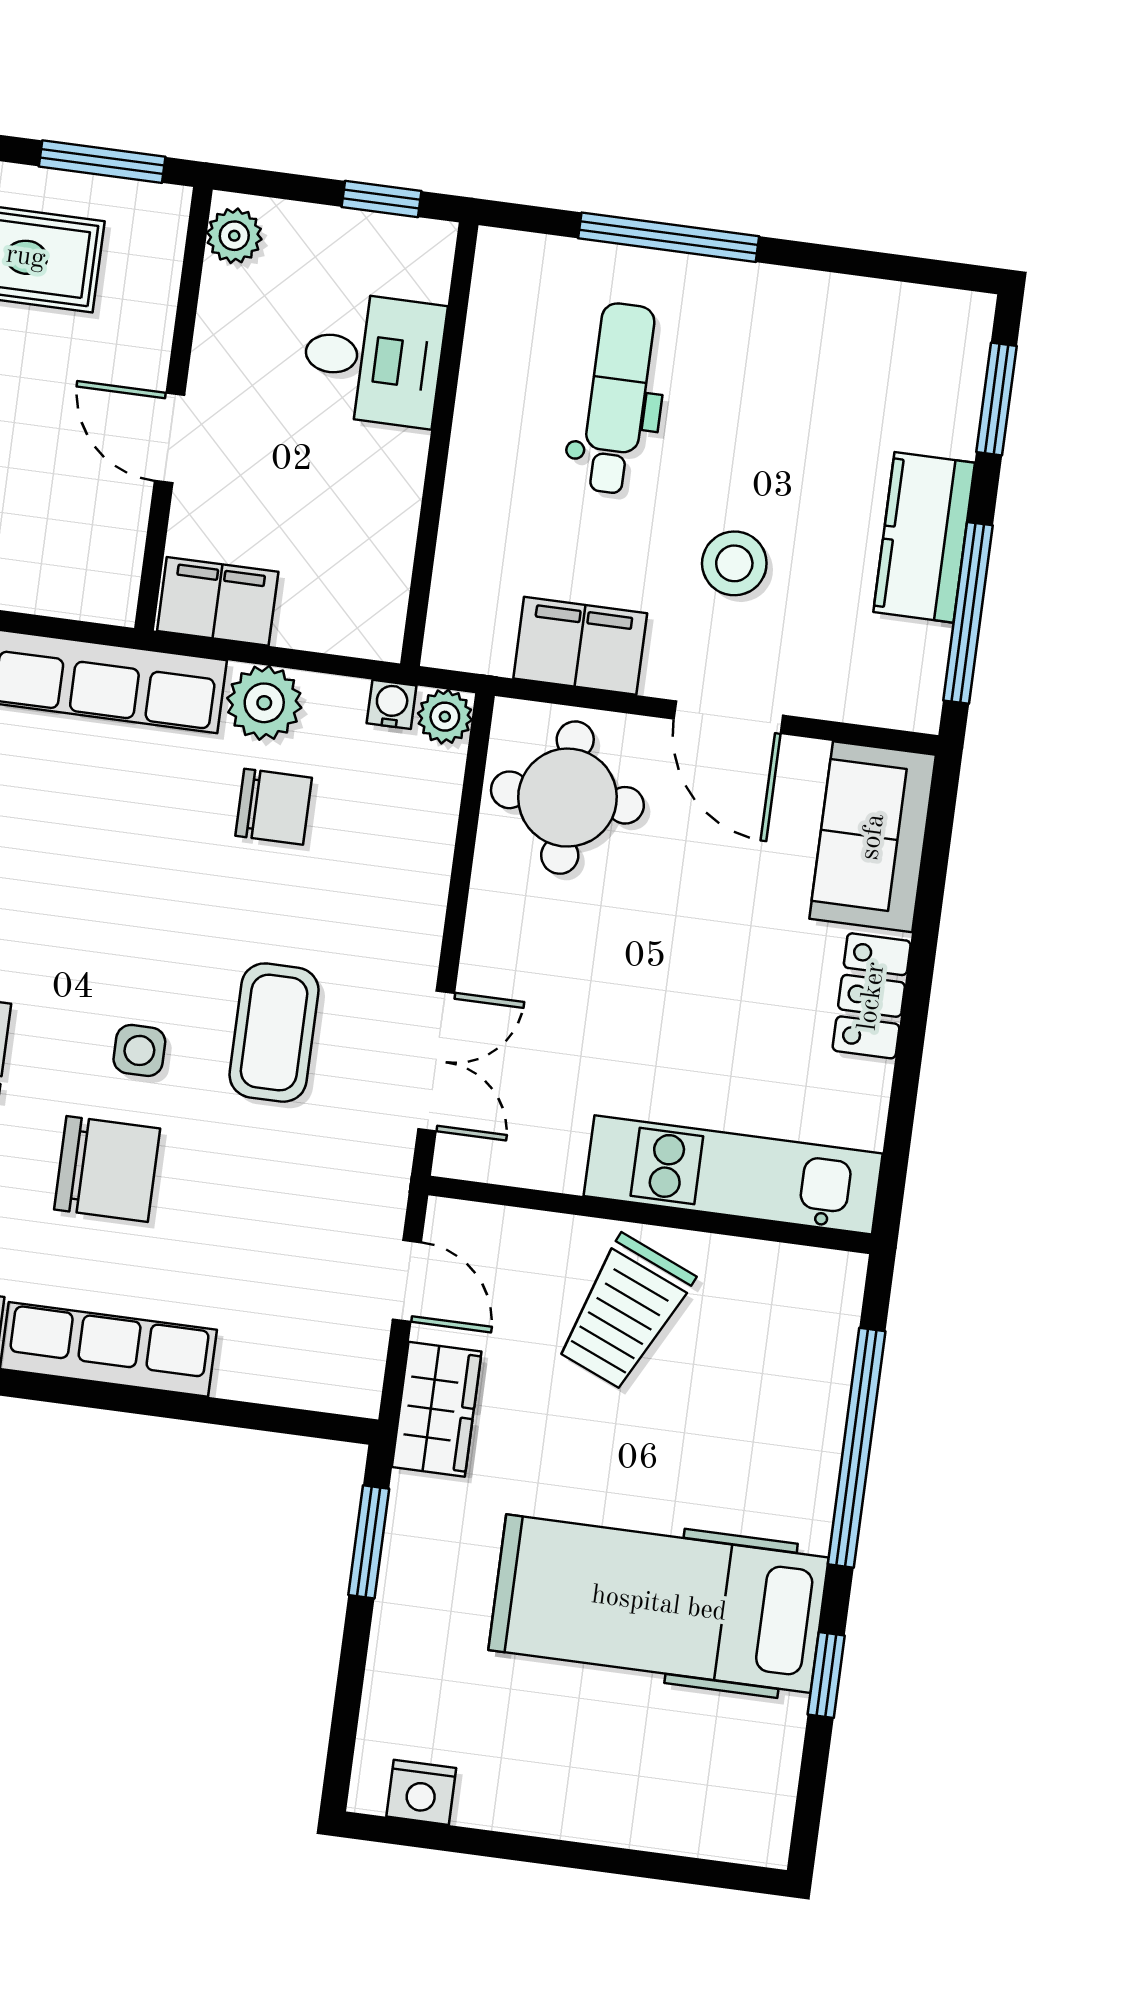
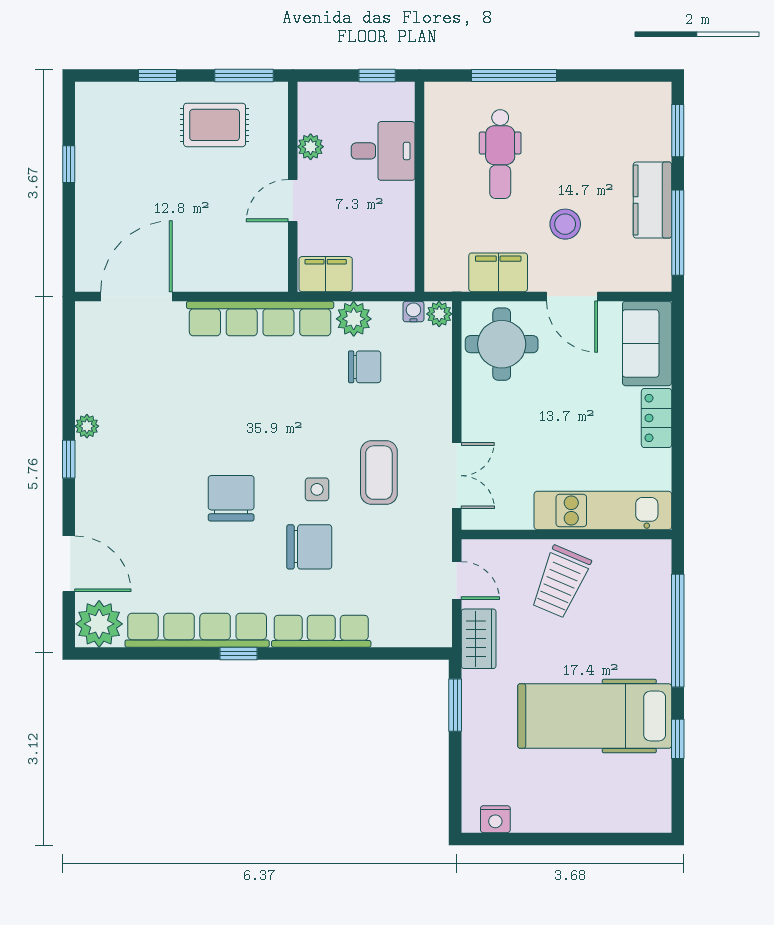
plant: (234, 236) -> (311, 147), moved
dental chair: (618, 398) -> (500, 154), turned 180
door: (170, 438) -> (293, 201), hinge flipped

